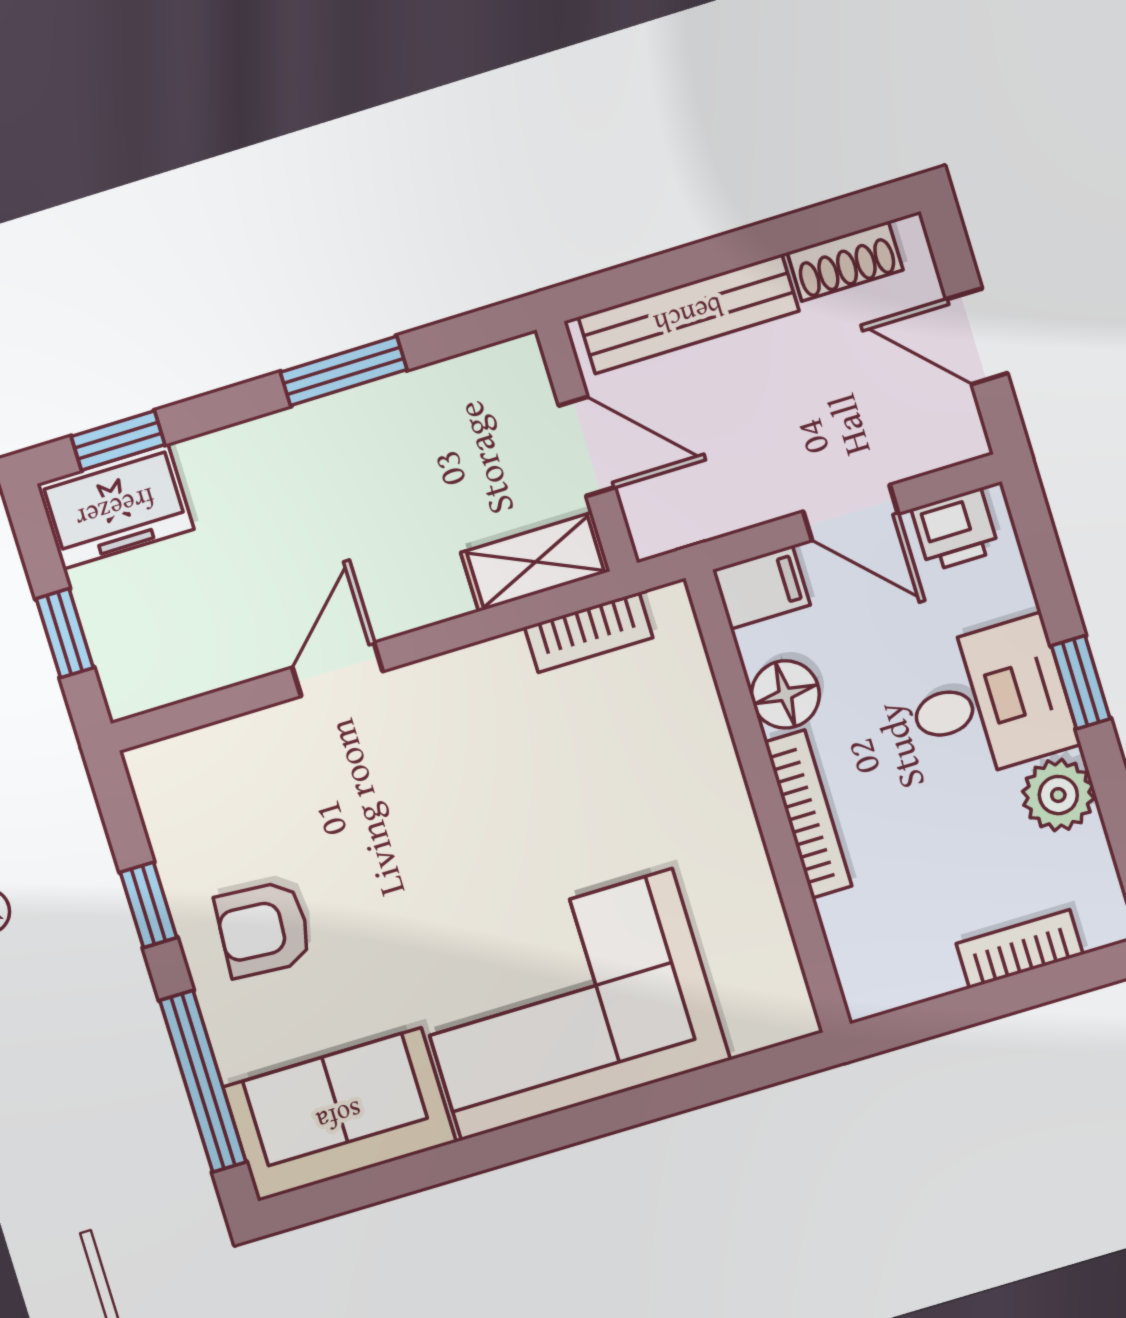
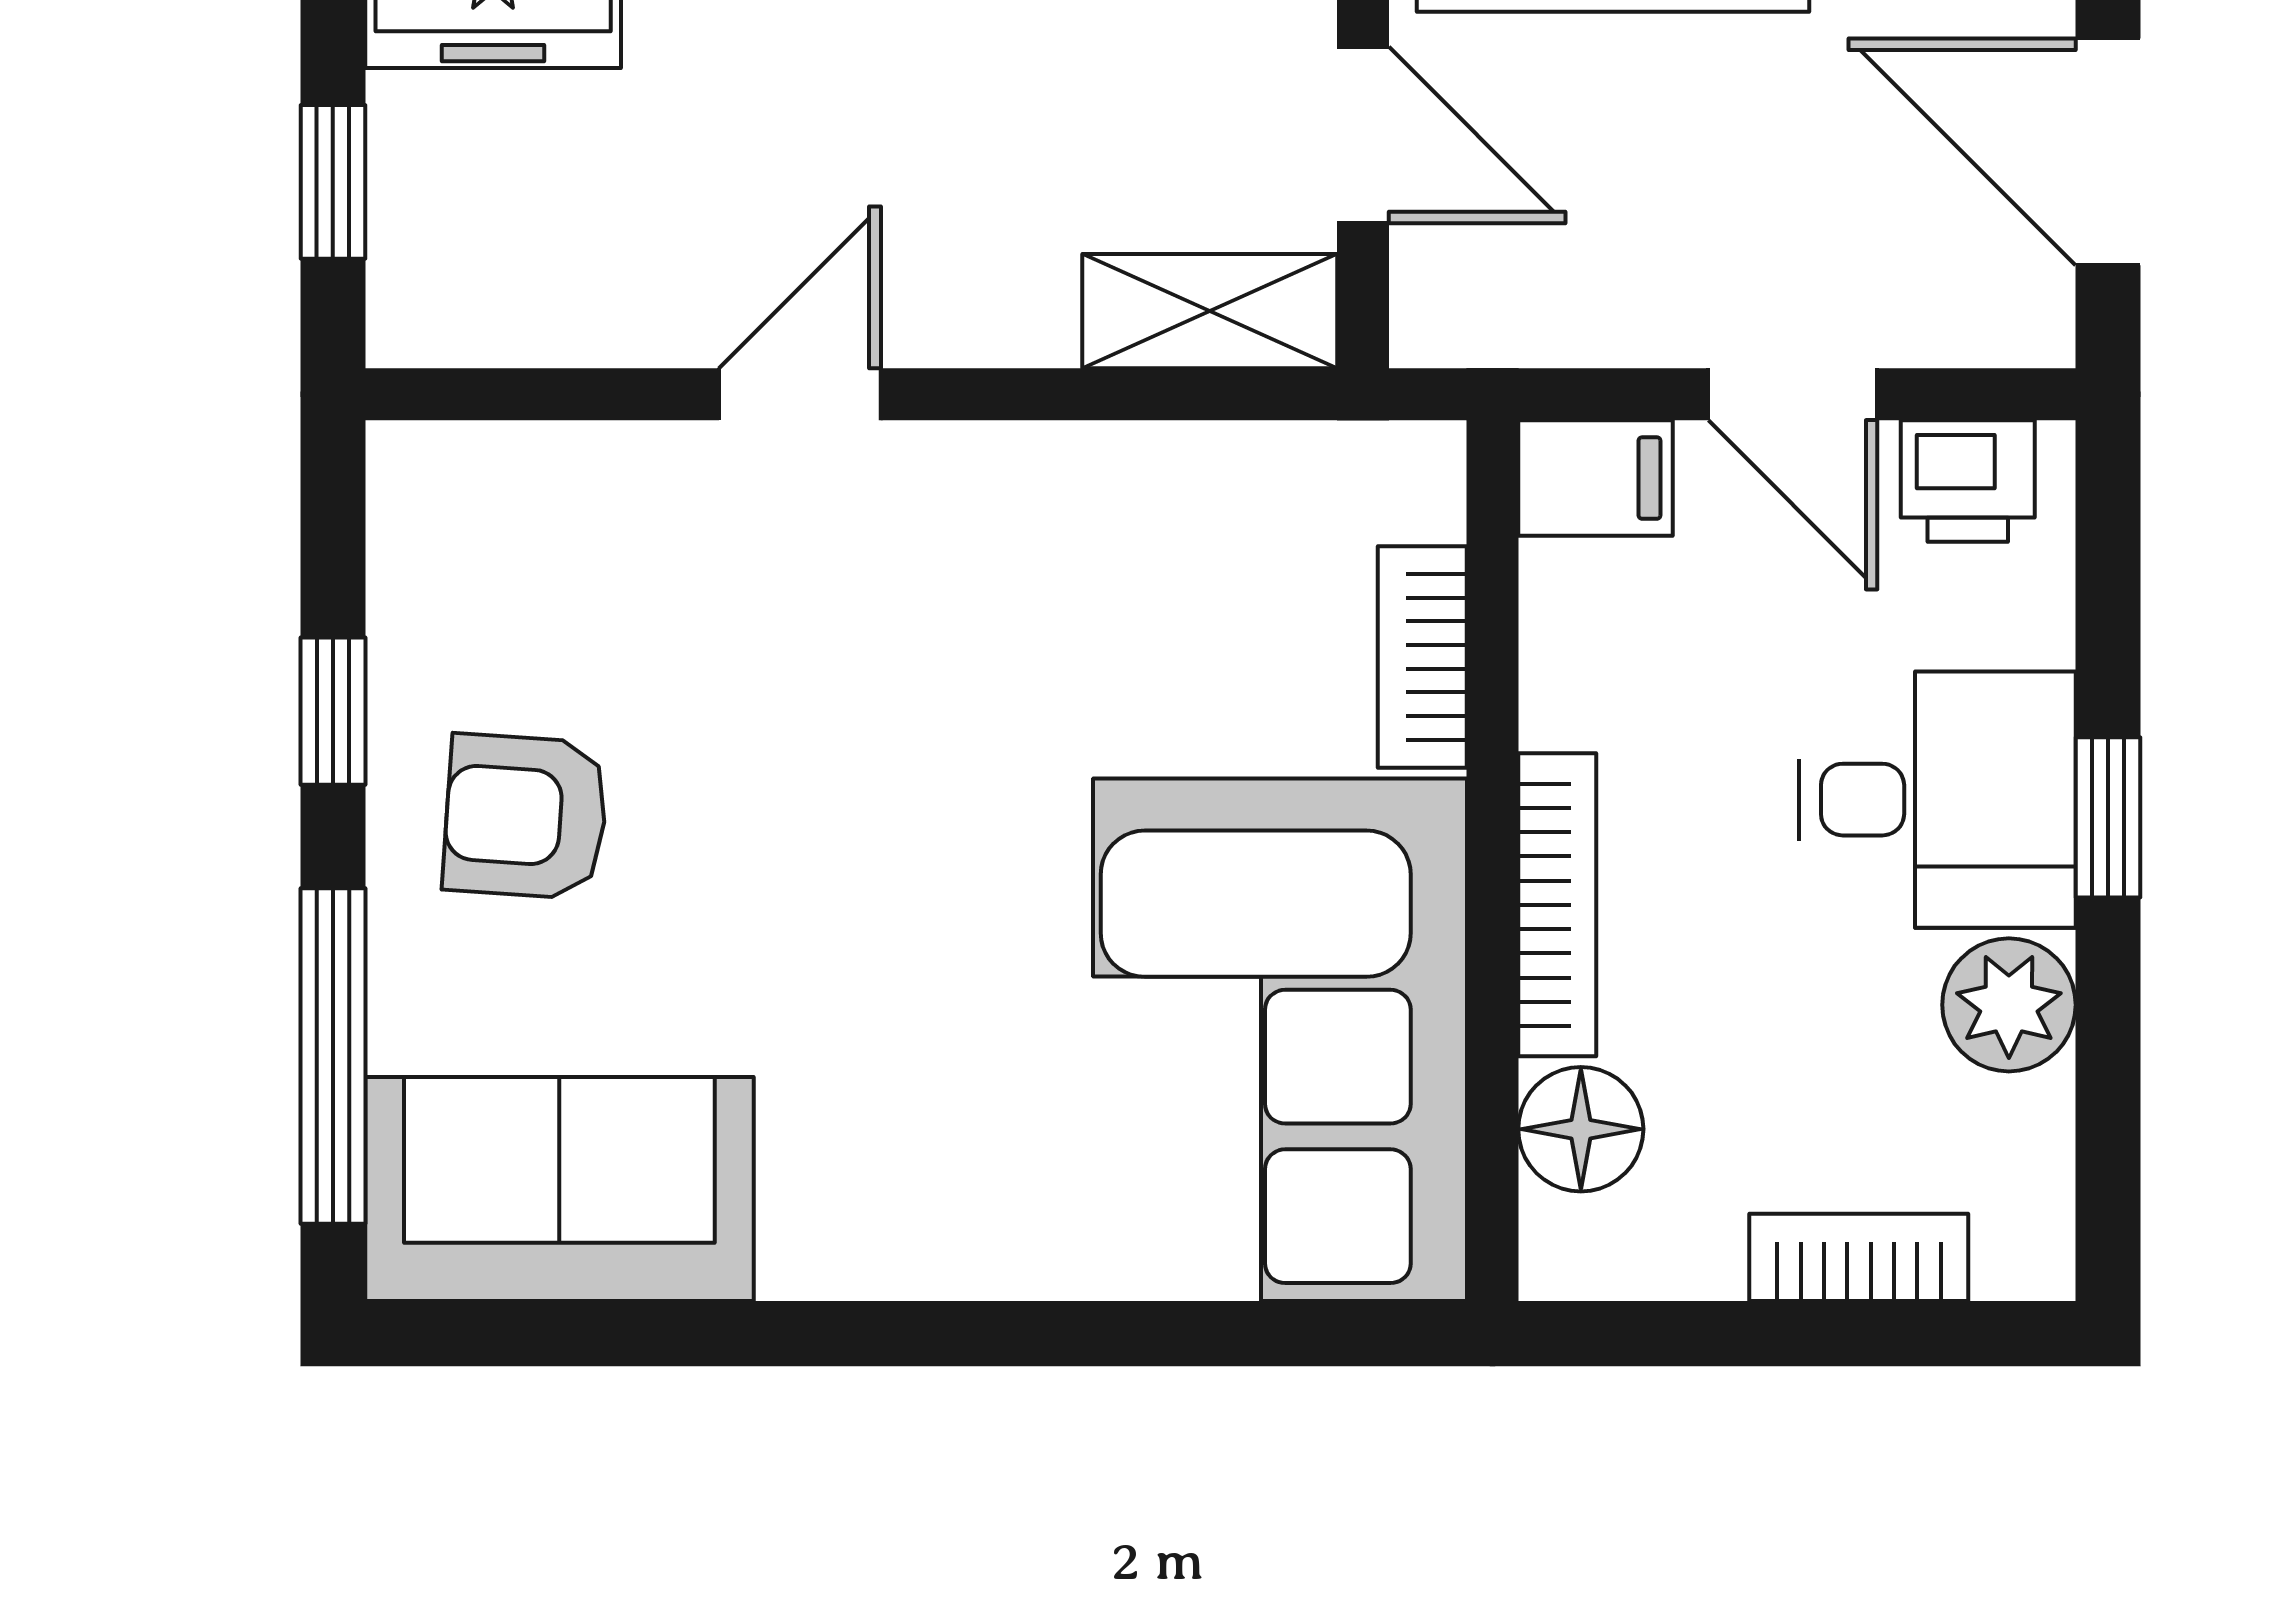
door: (977, 336) -> (2108, 152), width x1.38
bookcase: (589, 632) -> (1422, 657), moved, turned 90
floor lamp: (785, 694) -> (1581, 1129), moved
corner sofa: (567, 1005) -> (1280, 1040), moved, turned -90

